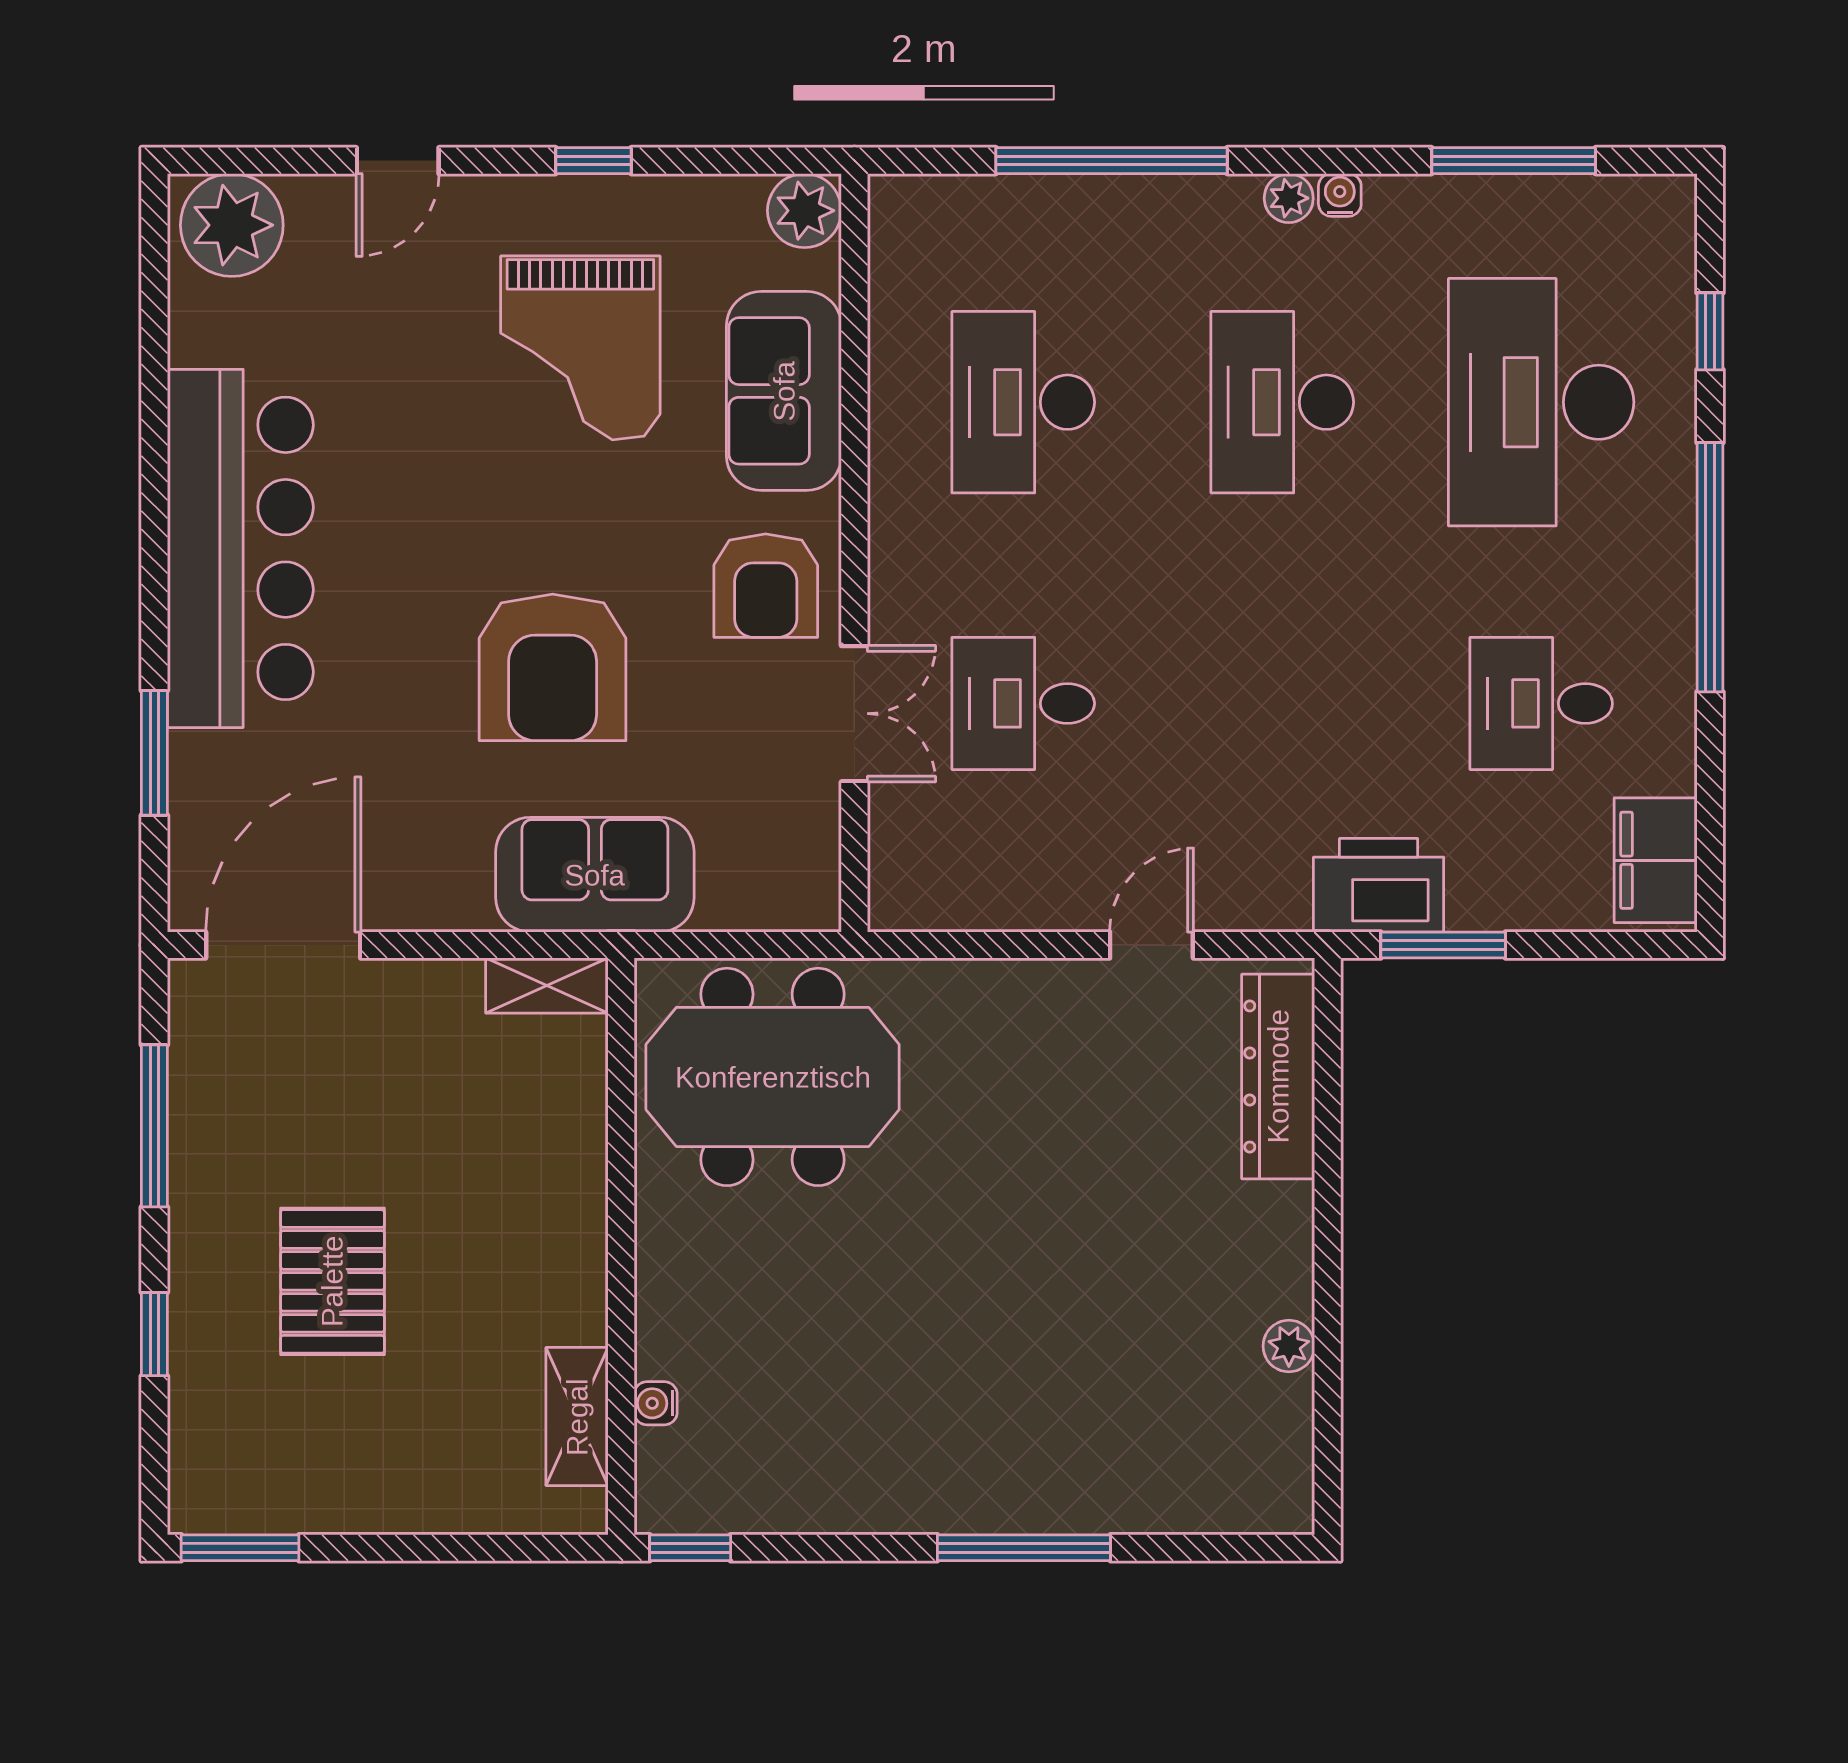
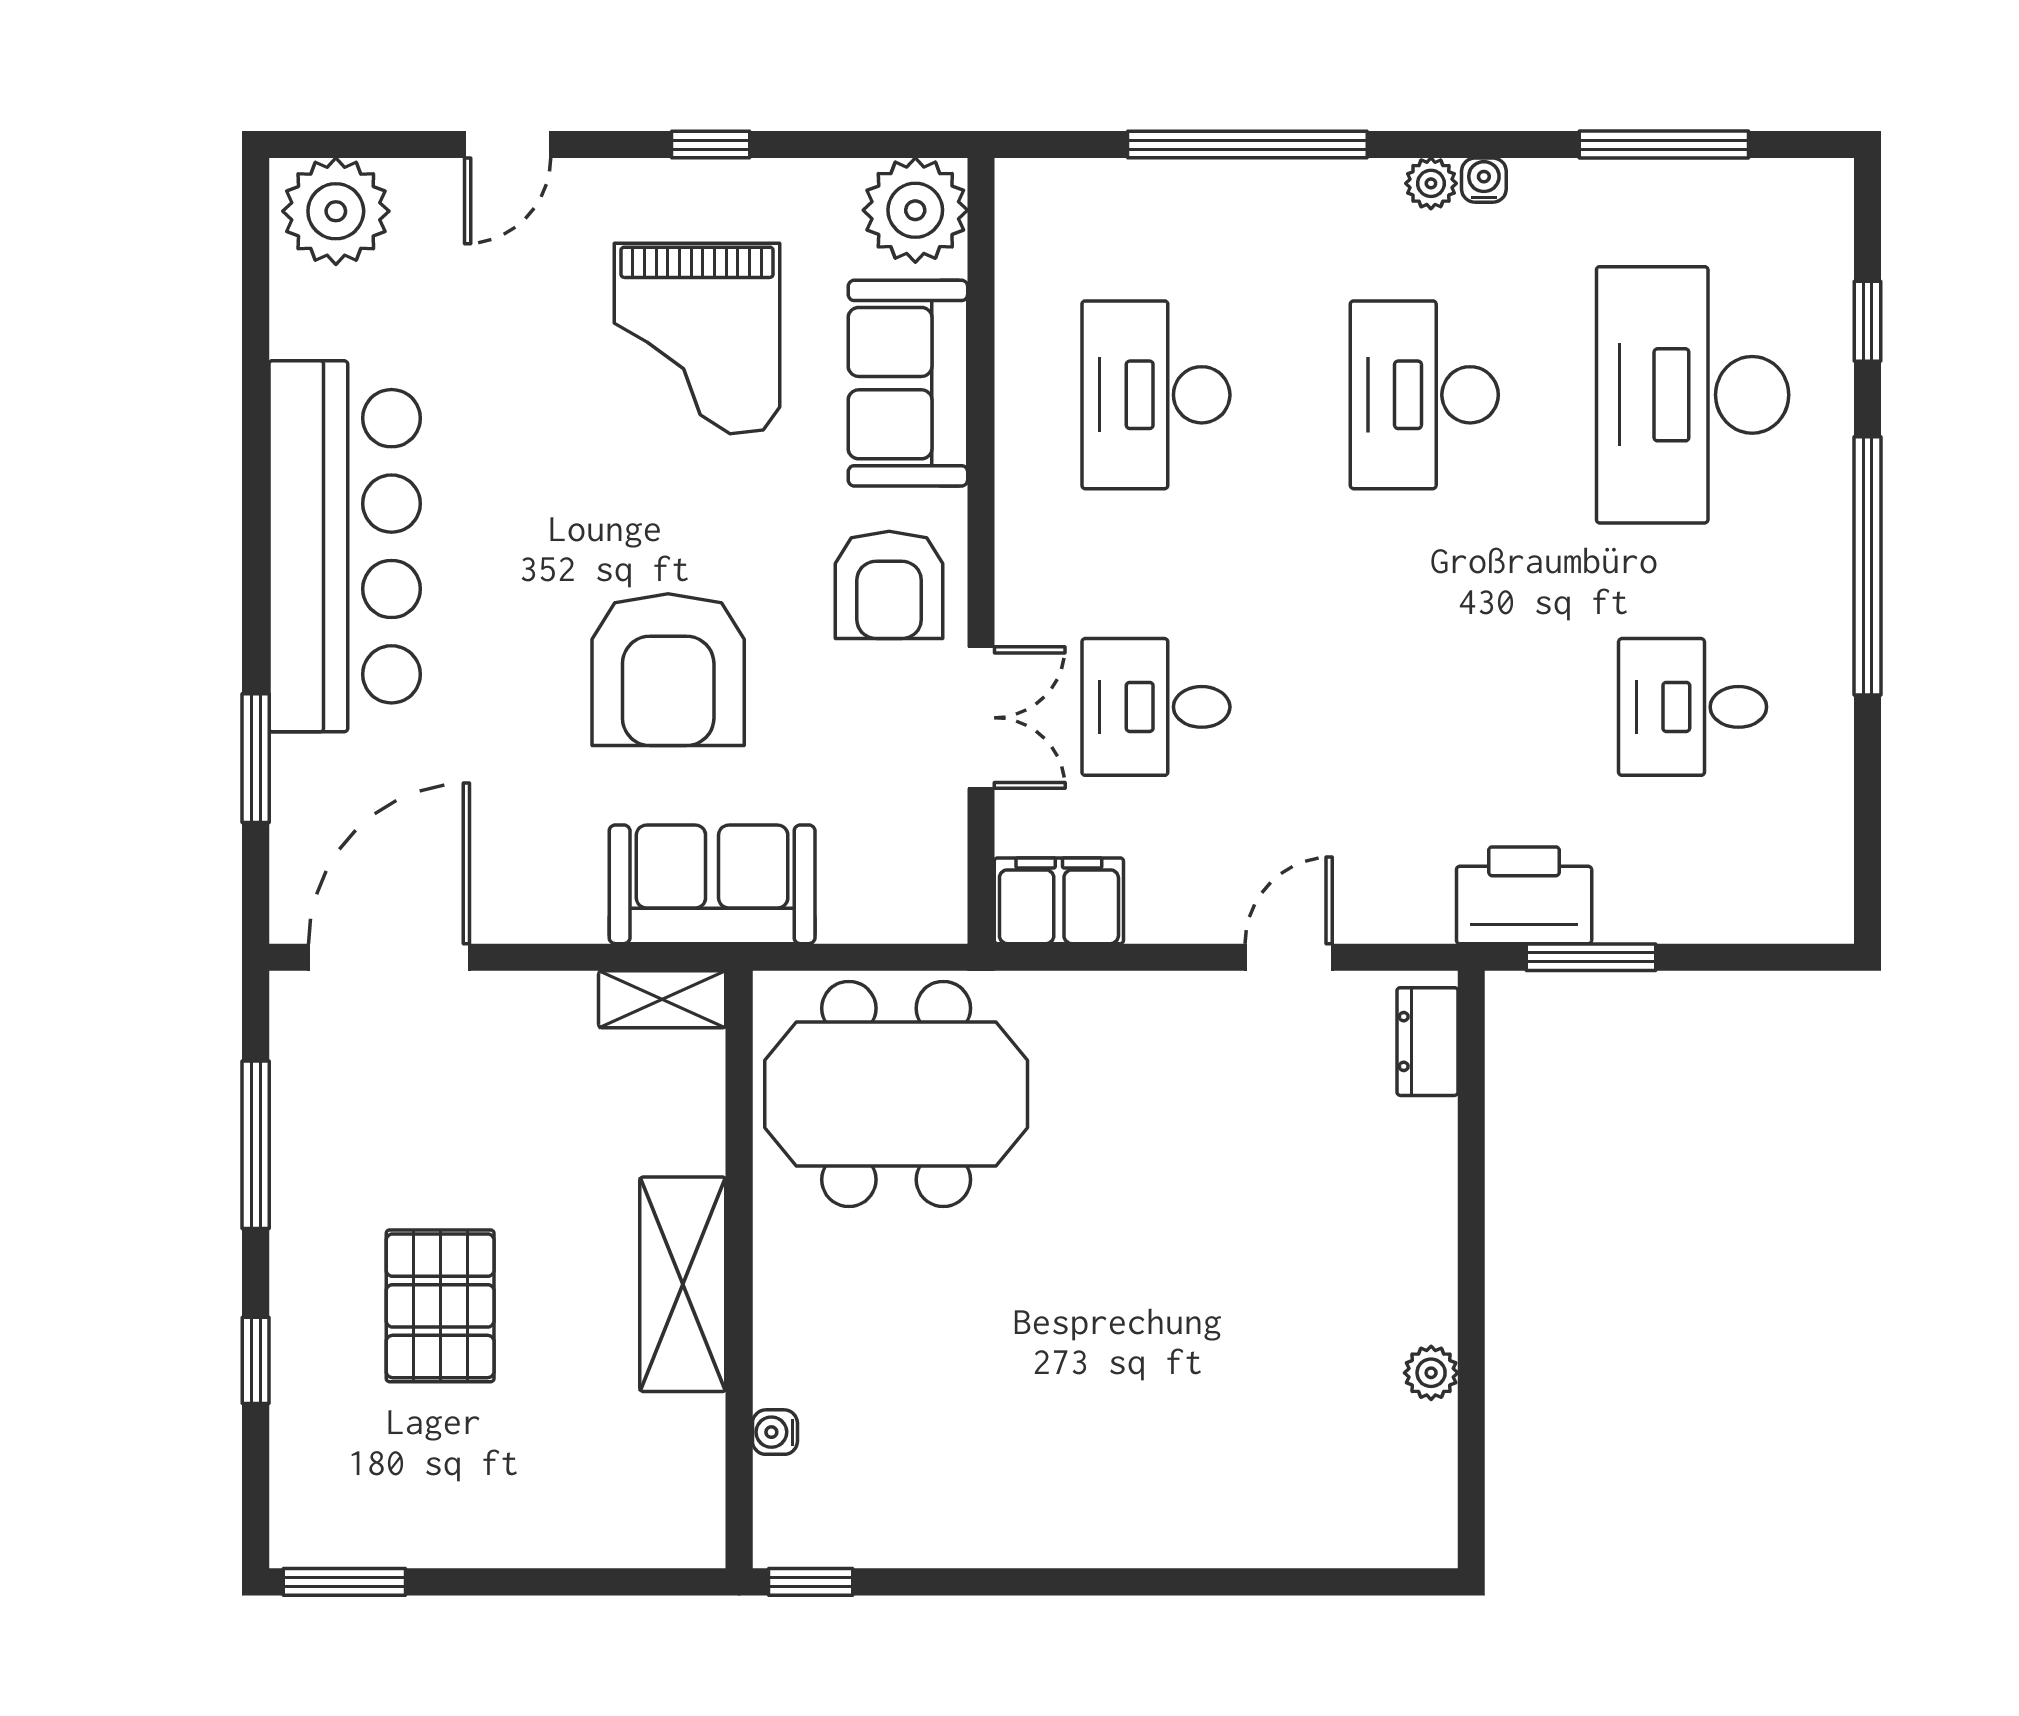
plant: (804, 211) -> (915, 210), width x1.36, depth x1.36
filing cabinet: (1656, 860) -> (1059, 901), moved, turned 90
dresser: (1278, 1076) -> (1427, 1042), width x0.51, depth x0.80
shelving: (577, 1417) -> (683, 1284), moved, width x1.50, depth x1.33
window: (1024, 1548) -> (1156, 1582), removed

